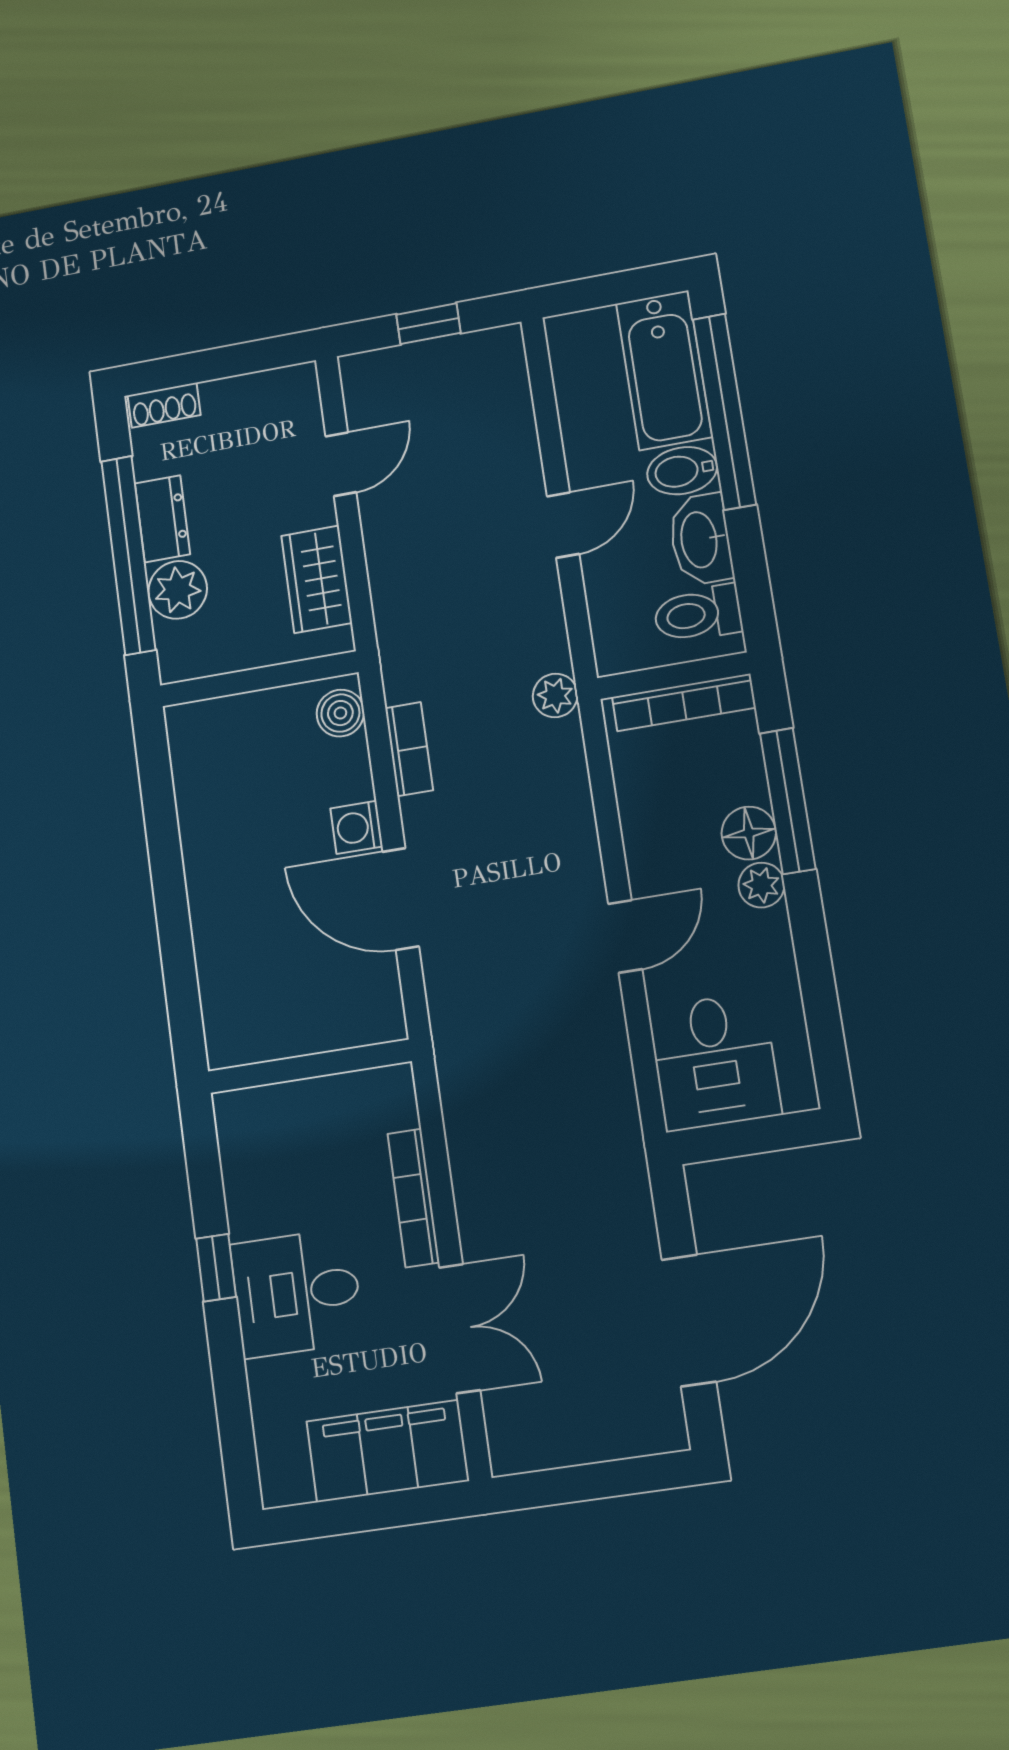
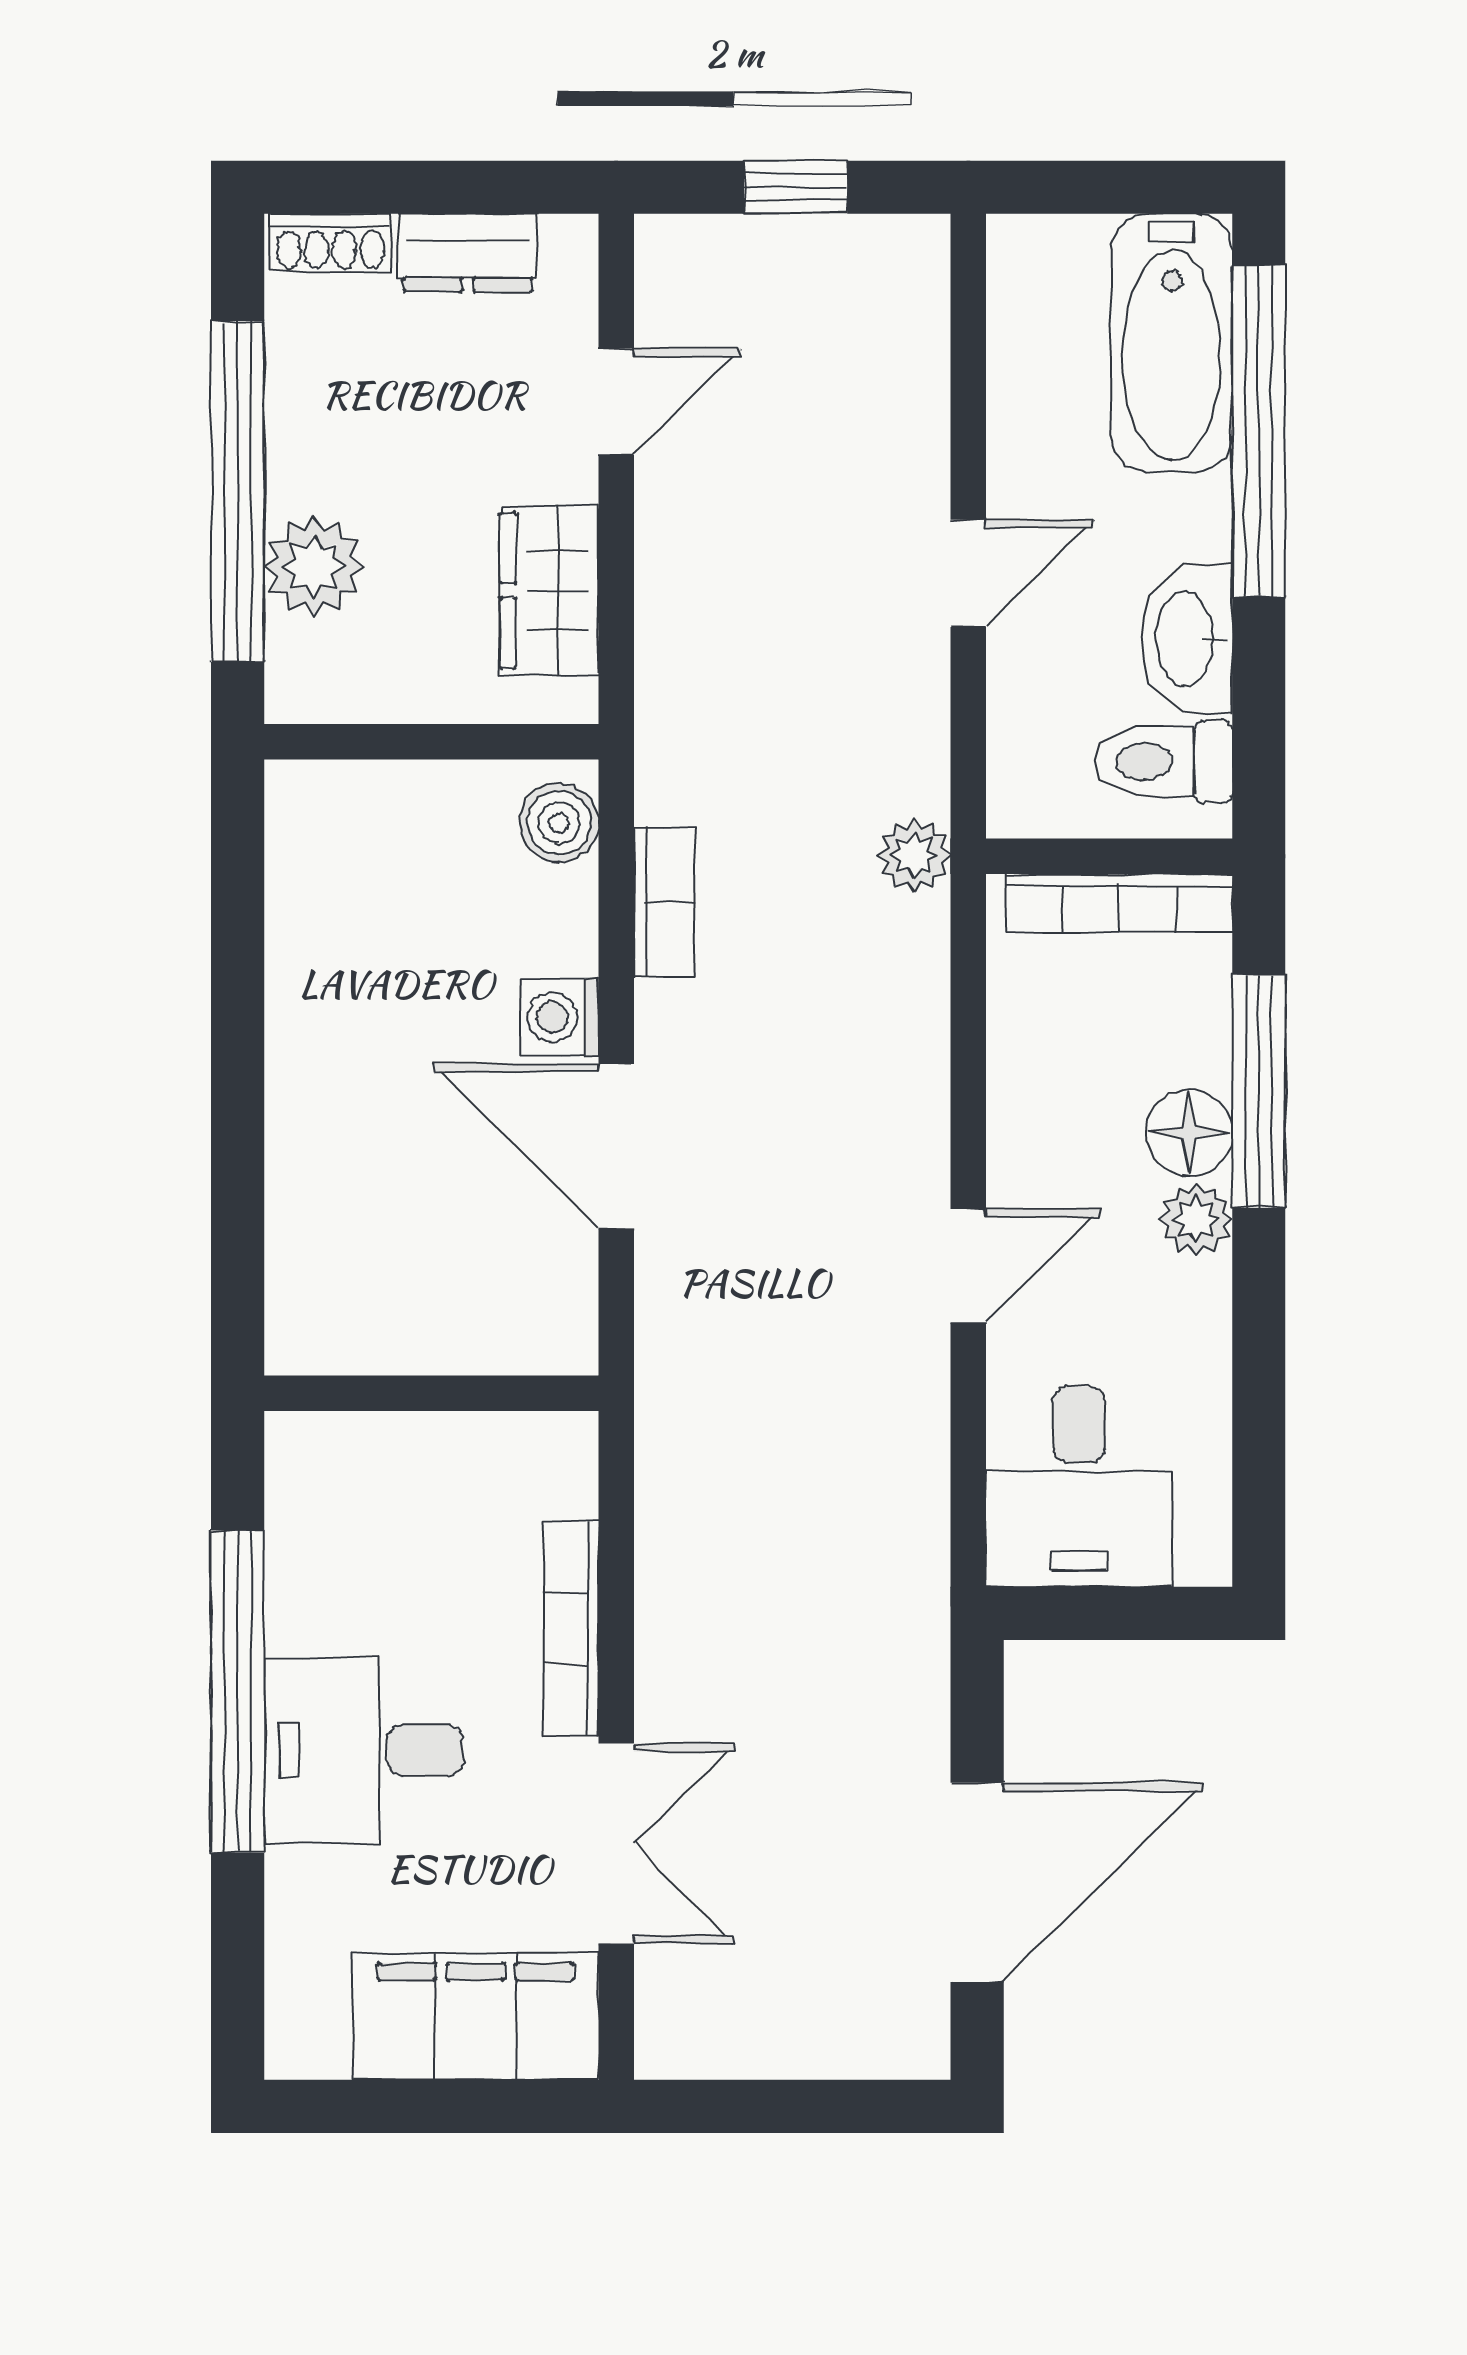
bidet: (682, 471) -> (1175, 518), removed
dresser: (162, 519) -> (468, 253), moved, turned 90
window: (216, 1268) -> (238, 1691), width x3.17

